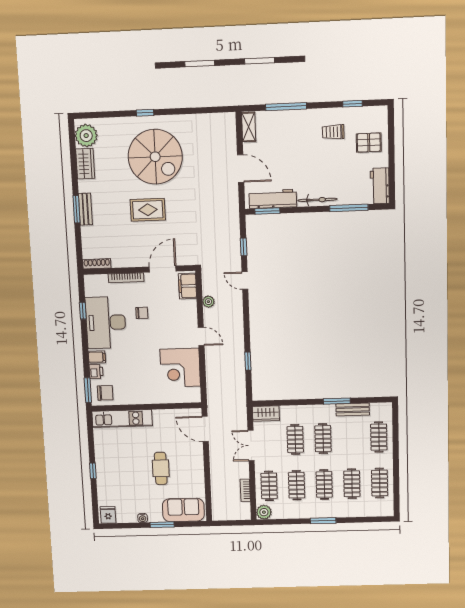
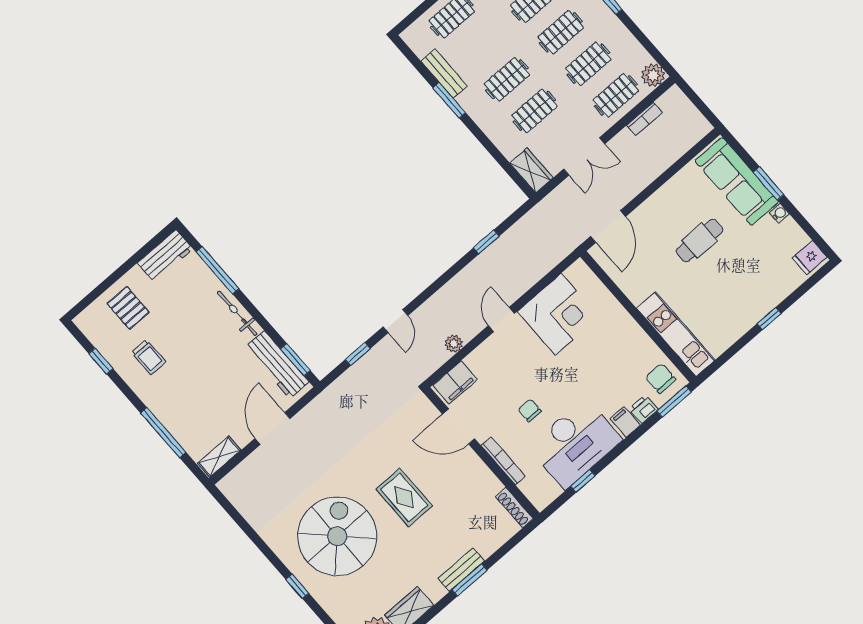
sofa: (183, 510) -> (737, 181), width x1.36

